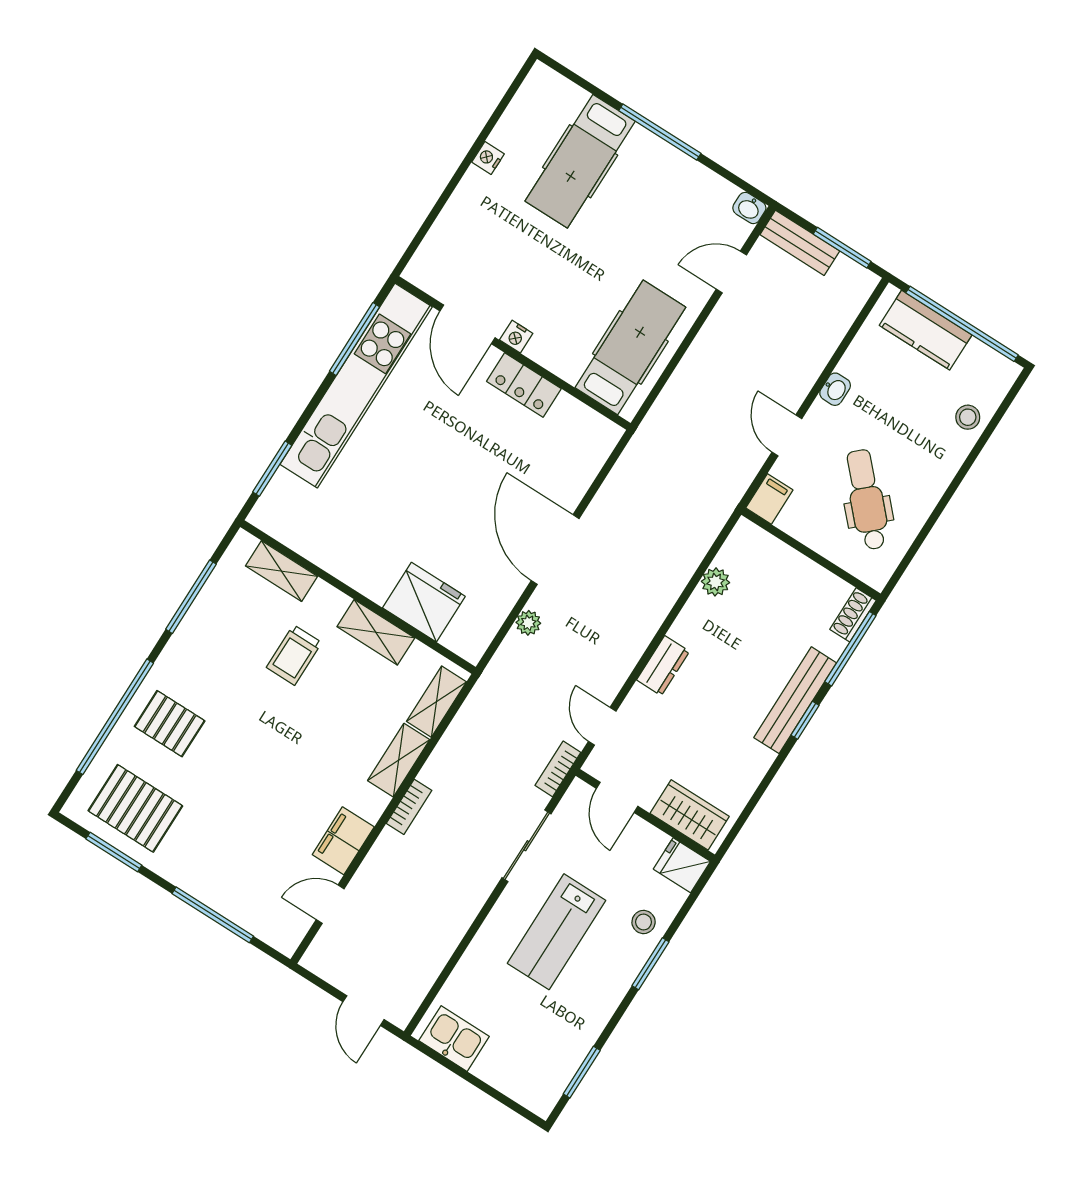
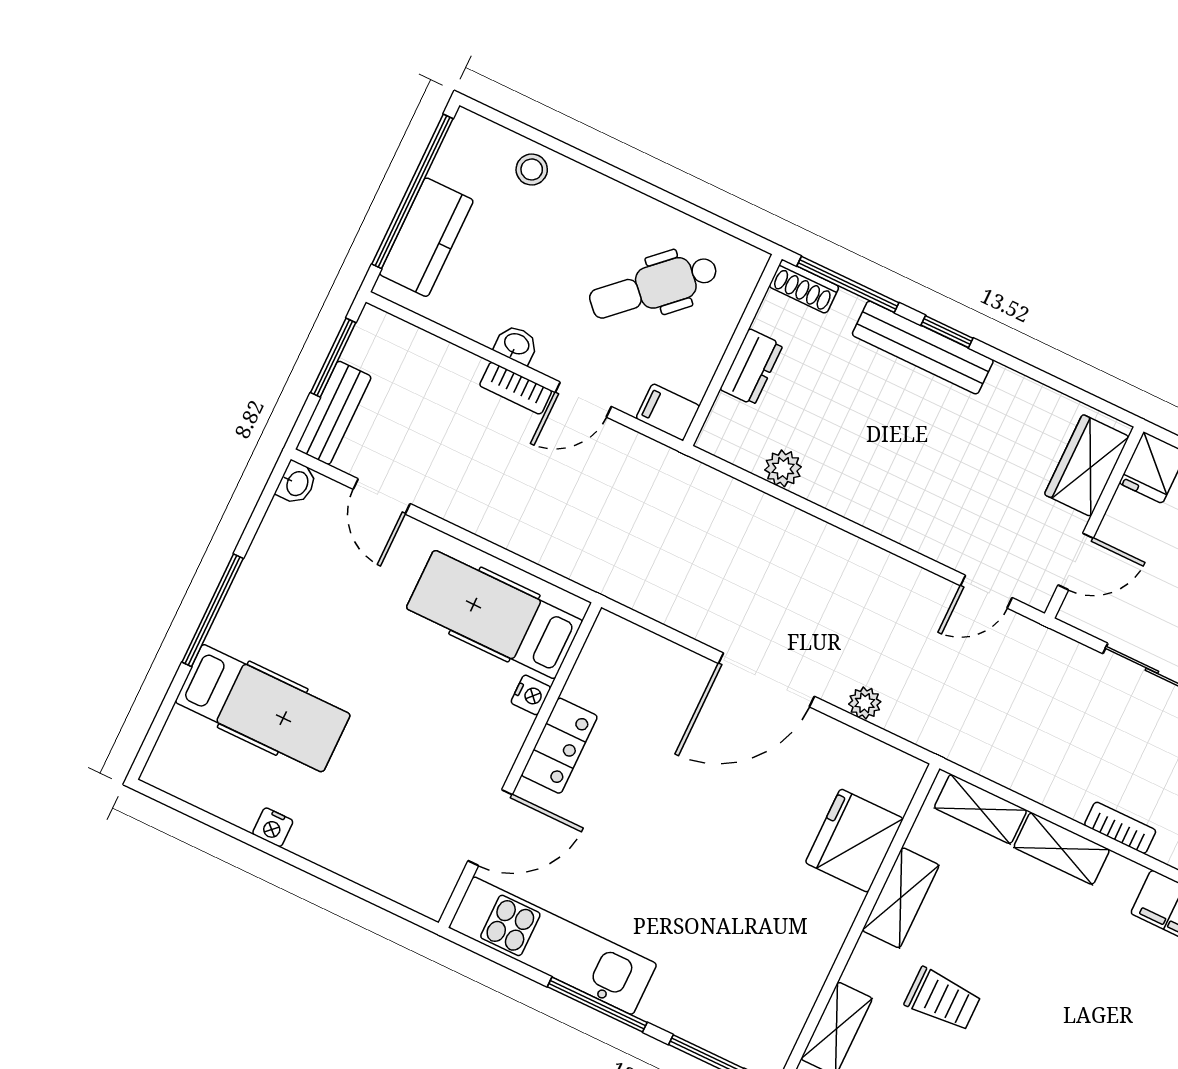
nightstand: (516, 337) -> (531, 695), moved
window: (355, 339) -> (597, 1005), moved
kitchen unit: (356, 386) -> (553, 946), width x0.73
dresser: (663, 666) -> (751, 367), moved, turned 90
bookcase: (558, 769) -> (516, 388), moved

